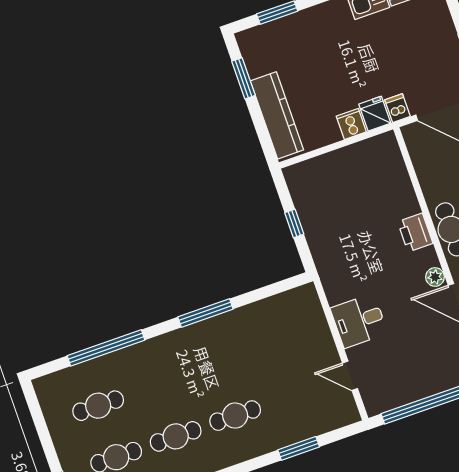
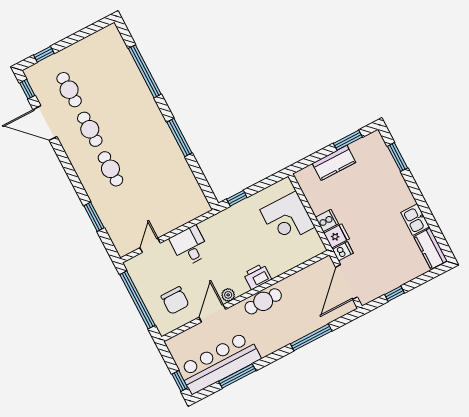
kitchen counter: (277, 115) -> (334, 163), width x0.67
corner desk: (340, 179) -> (287, 218), added
window: (294, 223) -> (237, 198), moved
chair: (432, 352) -> (175, 300), added
cafe table: (98, 406) -> (103, 72), removed

